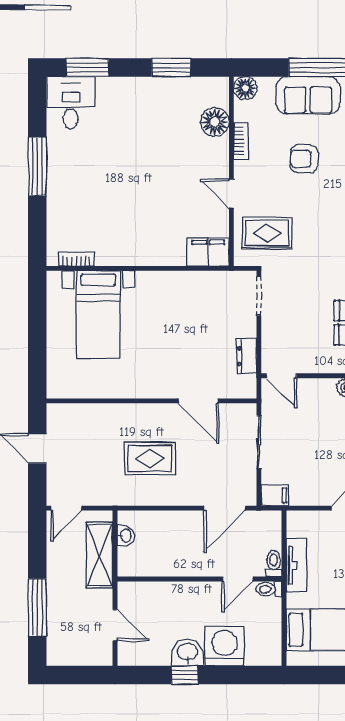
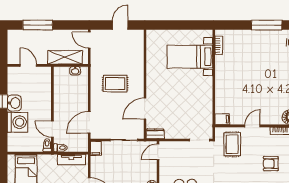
armchair: (304, 159) -> (271, 164), turned -90
filing cabinet: (208, 252) -> (222, 119), width x0.50
dresser: (247, 356) -> (155, 134), moved
rug: (150, 458) -> (115, 84), turned 90
door: (225, 508) -> (89, 122), hinge flipped
tv unit: (296, 565) -> (71, 160), moved
door: (115, 625) -> (28, 65), swing flipped

